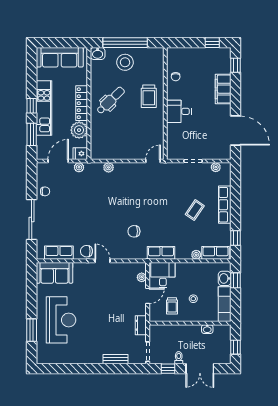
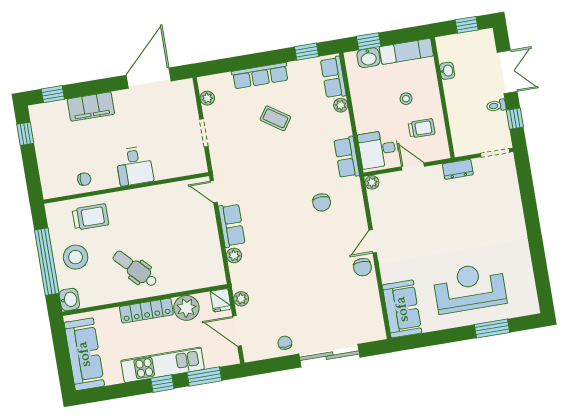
trolley: (149, 96) -> (90, 217), moved
row of seats: (59, 253) -> (232, 225), moved, turned 180
plant: (142, 277) -> (372, 182), moved
bench: (115, 359) -> (514, 198), removed

